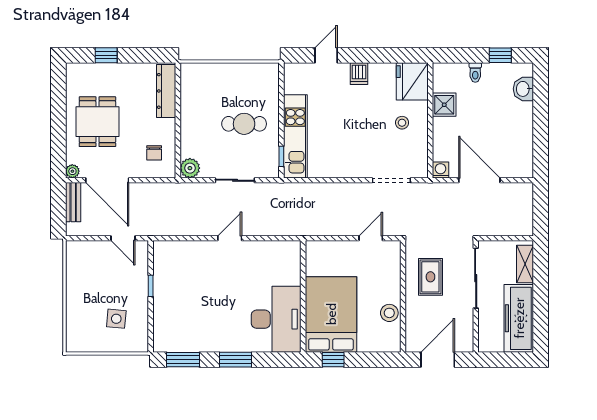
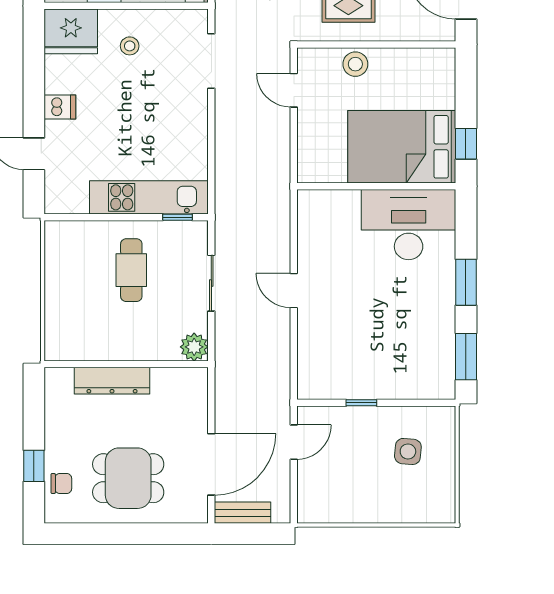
dresser: (166, 91) -> (112, 381), moved
chair: (154, 153) -> (61, 484), moved
plant: (72, 171) -> (198, 514), removed
stool: (389, 313) -> (355, 64), moved

